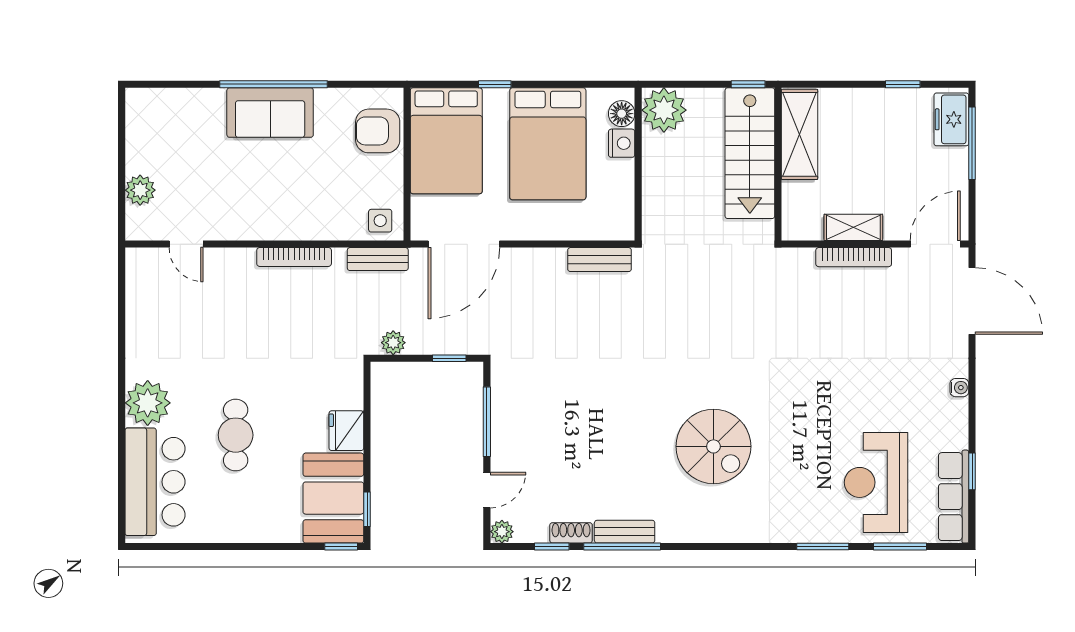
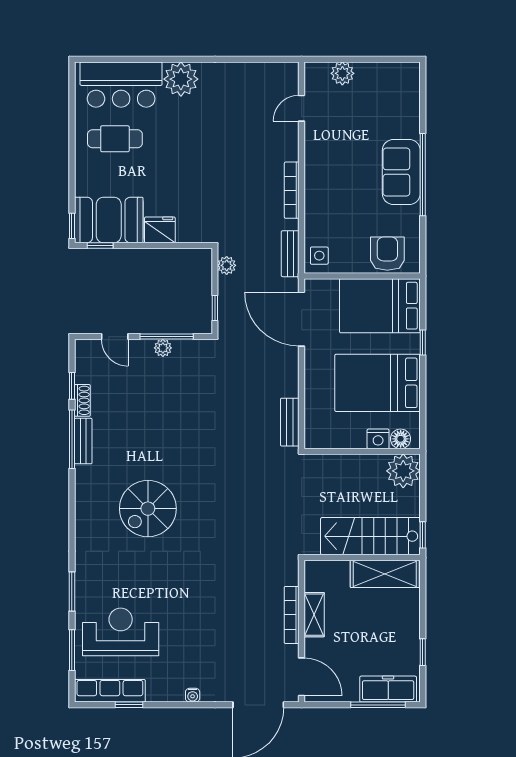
freezer: (951, 119) -> (388, 689), width x1.40
cafe table: (236, 435) -> (115, 139), moved
plant: (502, 532) -> (163, 348), moved

